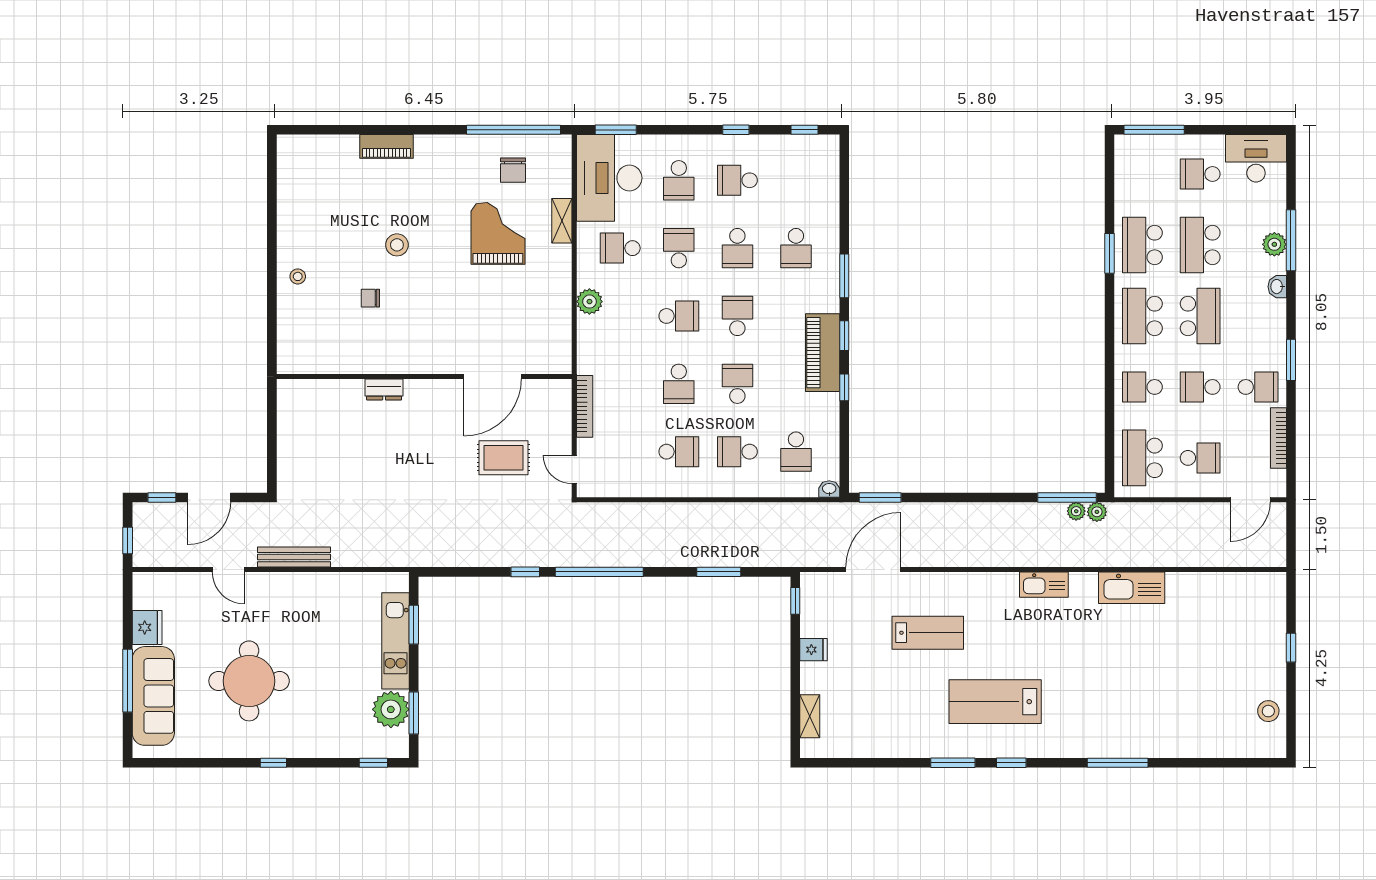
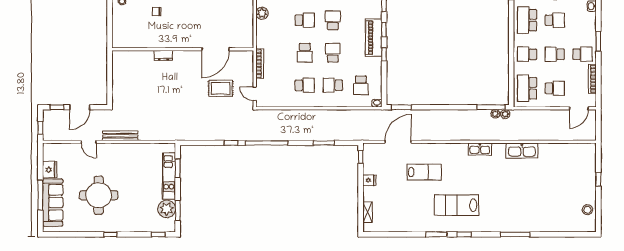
school desk: (1200, 316) -> (555, 20), width x0.54

